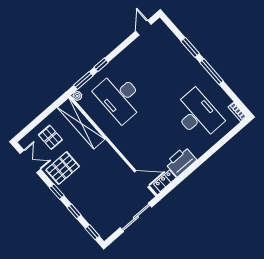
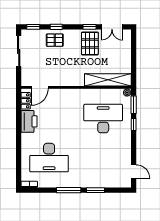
pallet: (50, 137) -> (55, 40), moved
window: (57, 192) -> (90, 27), moved
sliding door: (136, 217) -> (19, 51), moved

